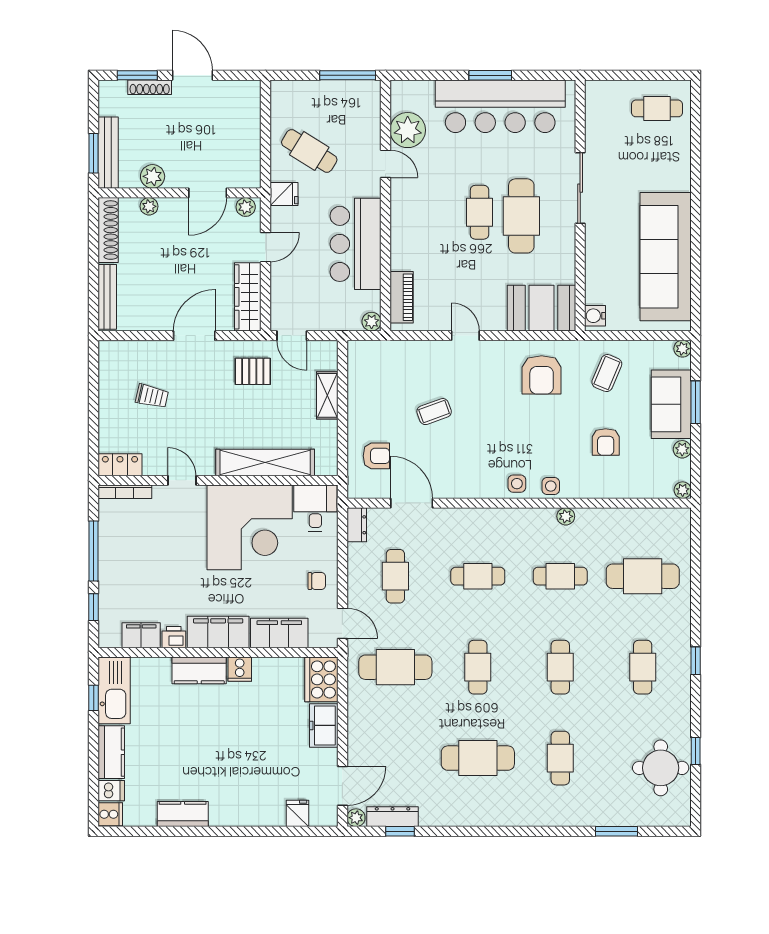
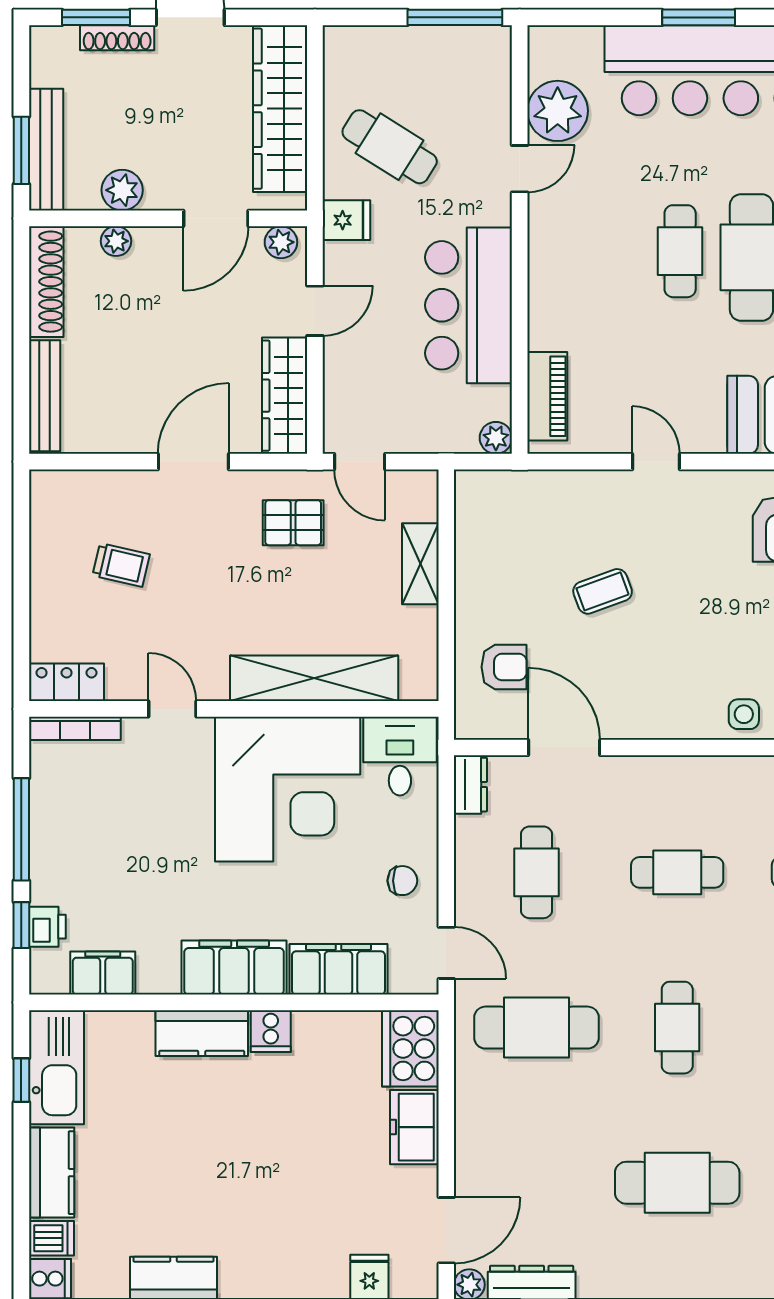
wardrobe: (245, 129) -> (280, 109), added
door: (385, 164) -> (520, 169), hinge flipped
printer: (174, 637) -> (47, 927), moved, turned 90

